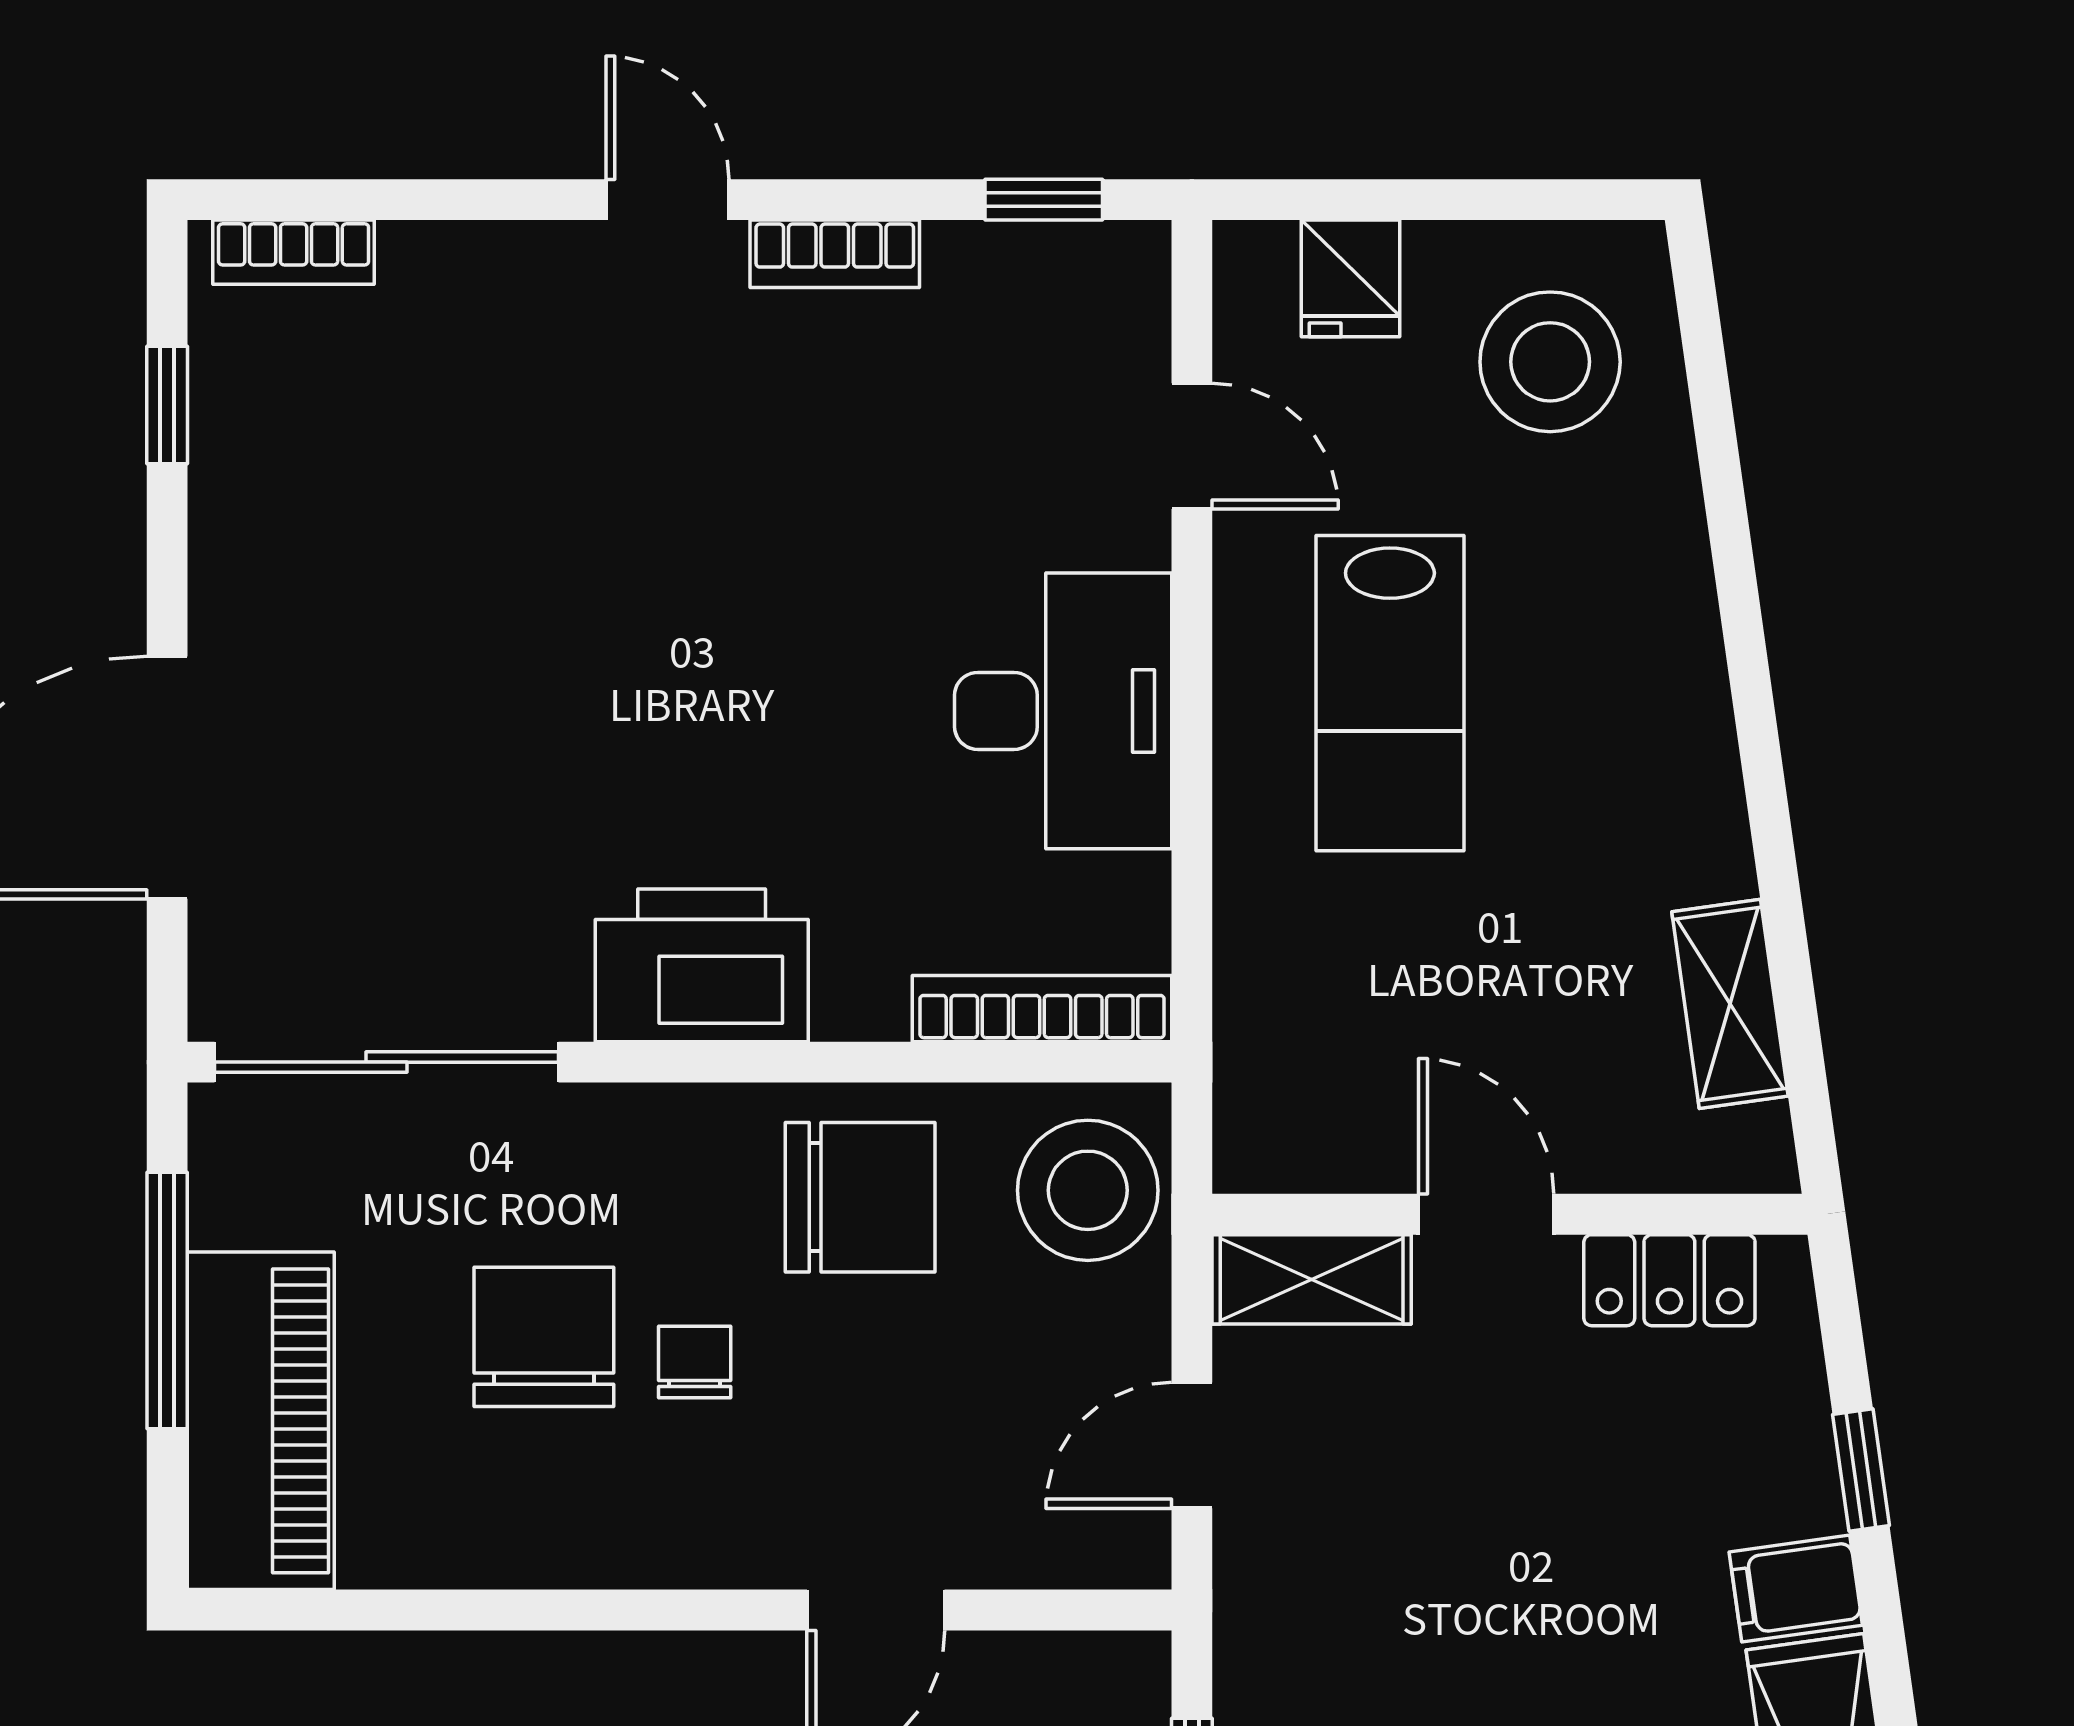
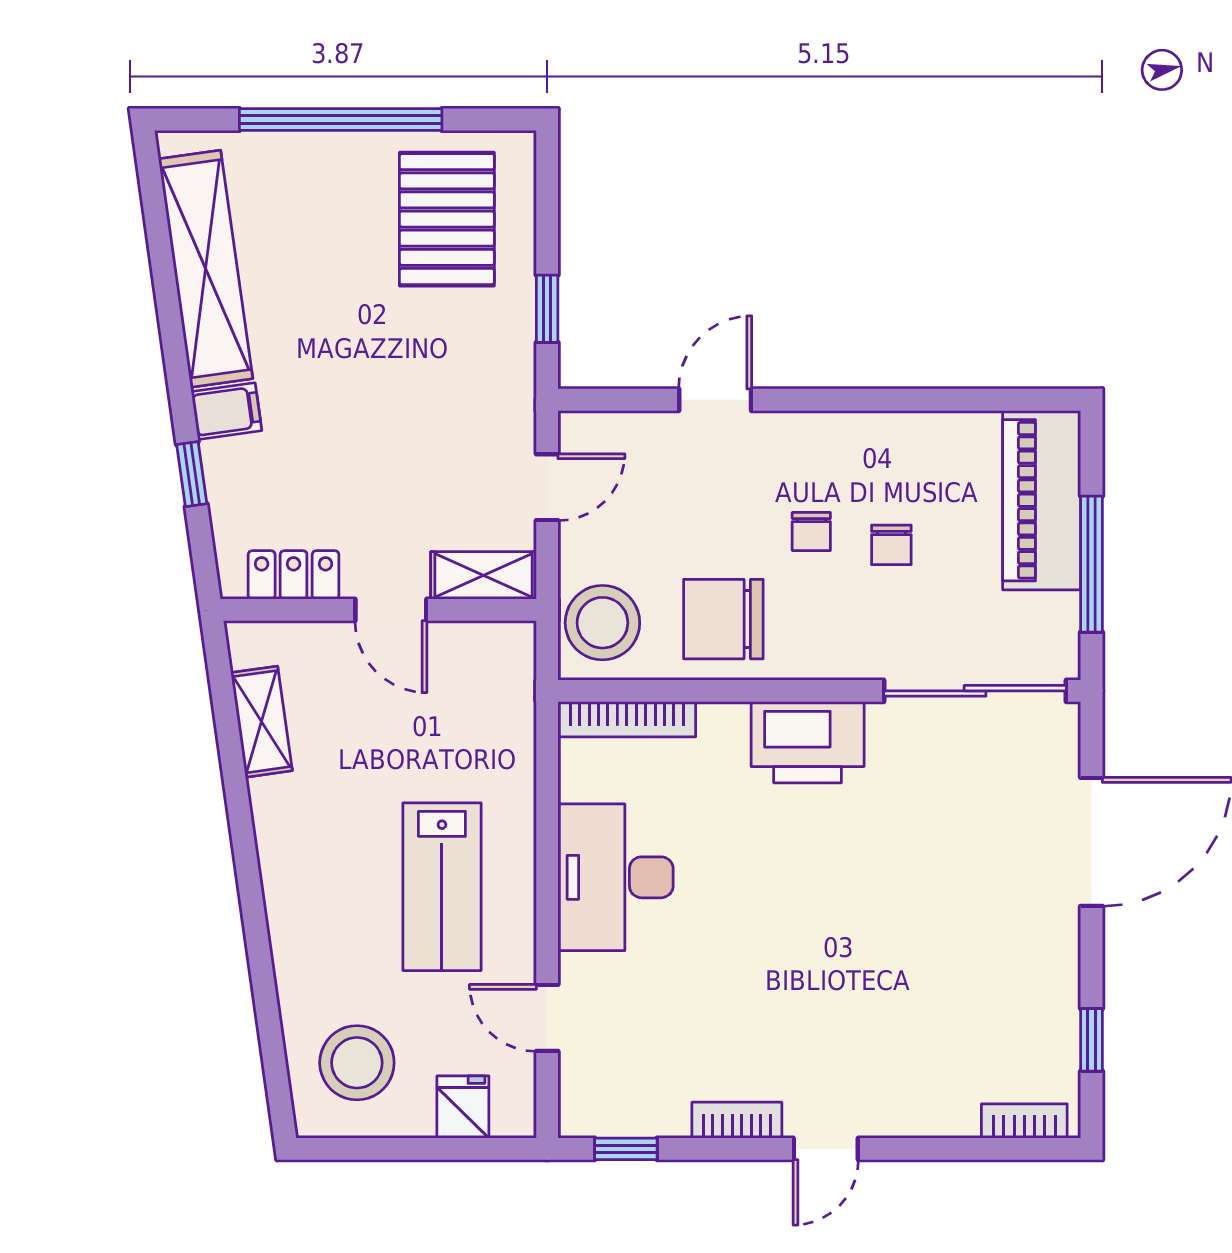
door: (667, 200) -> (826, 1149), hinge flipped
lab bench: (1390, 693) -> (442, 887), turned 180
chair: (544, 1337) -> (891, 545), width x0.54, depth x0.54

